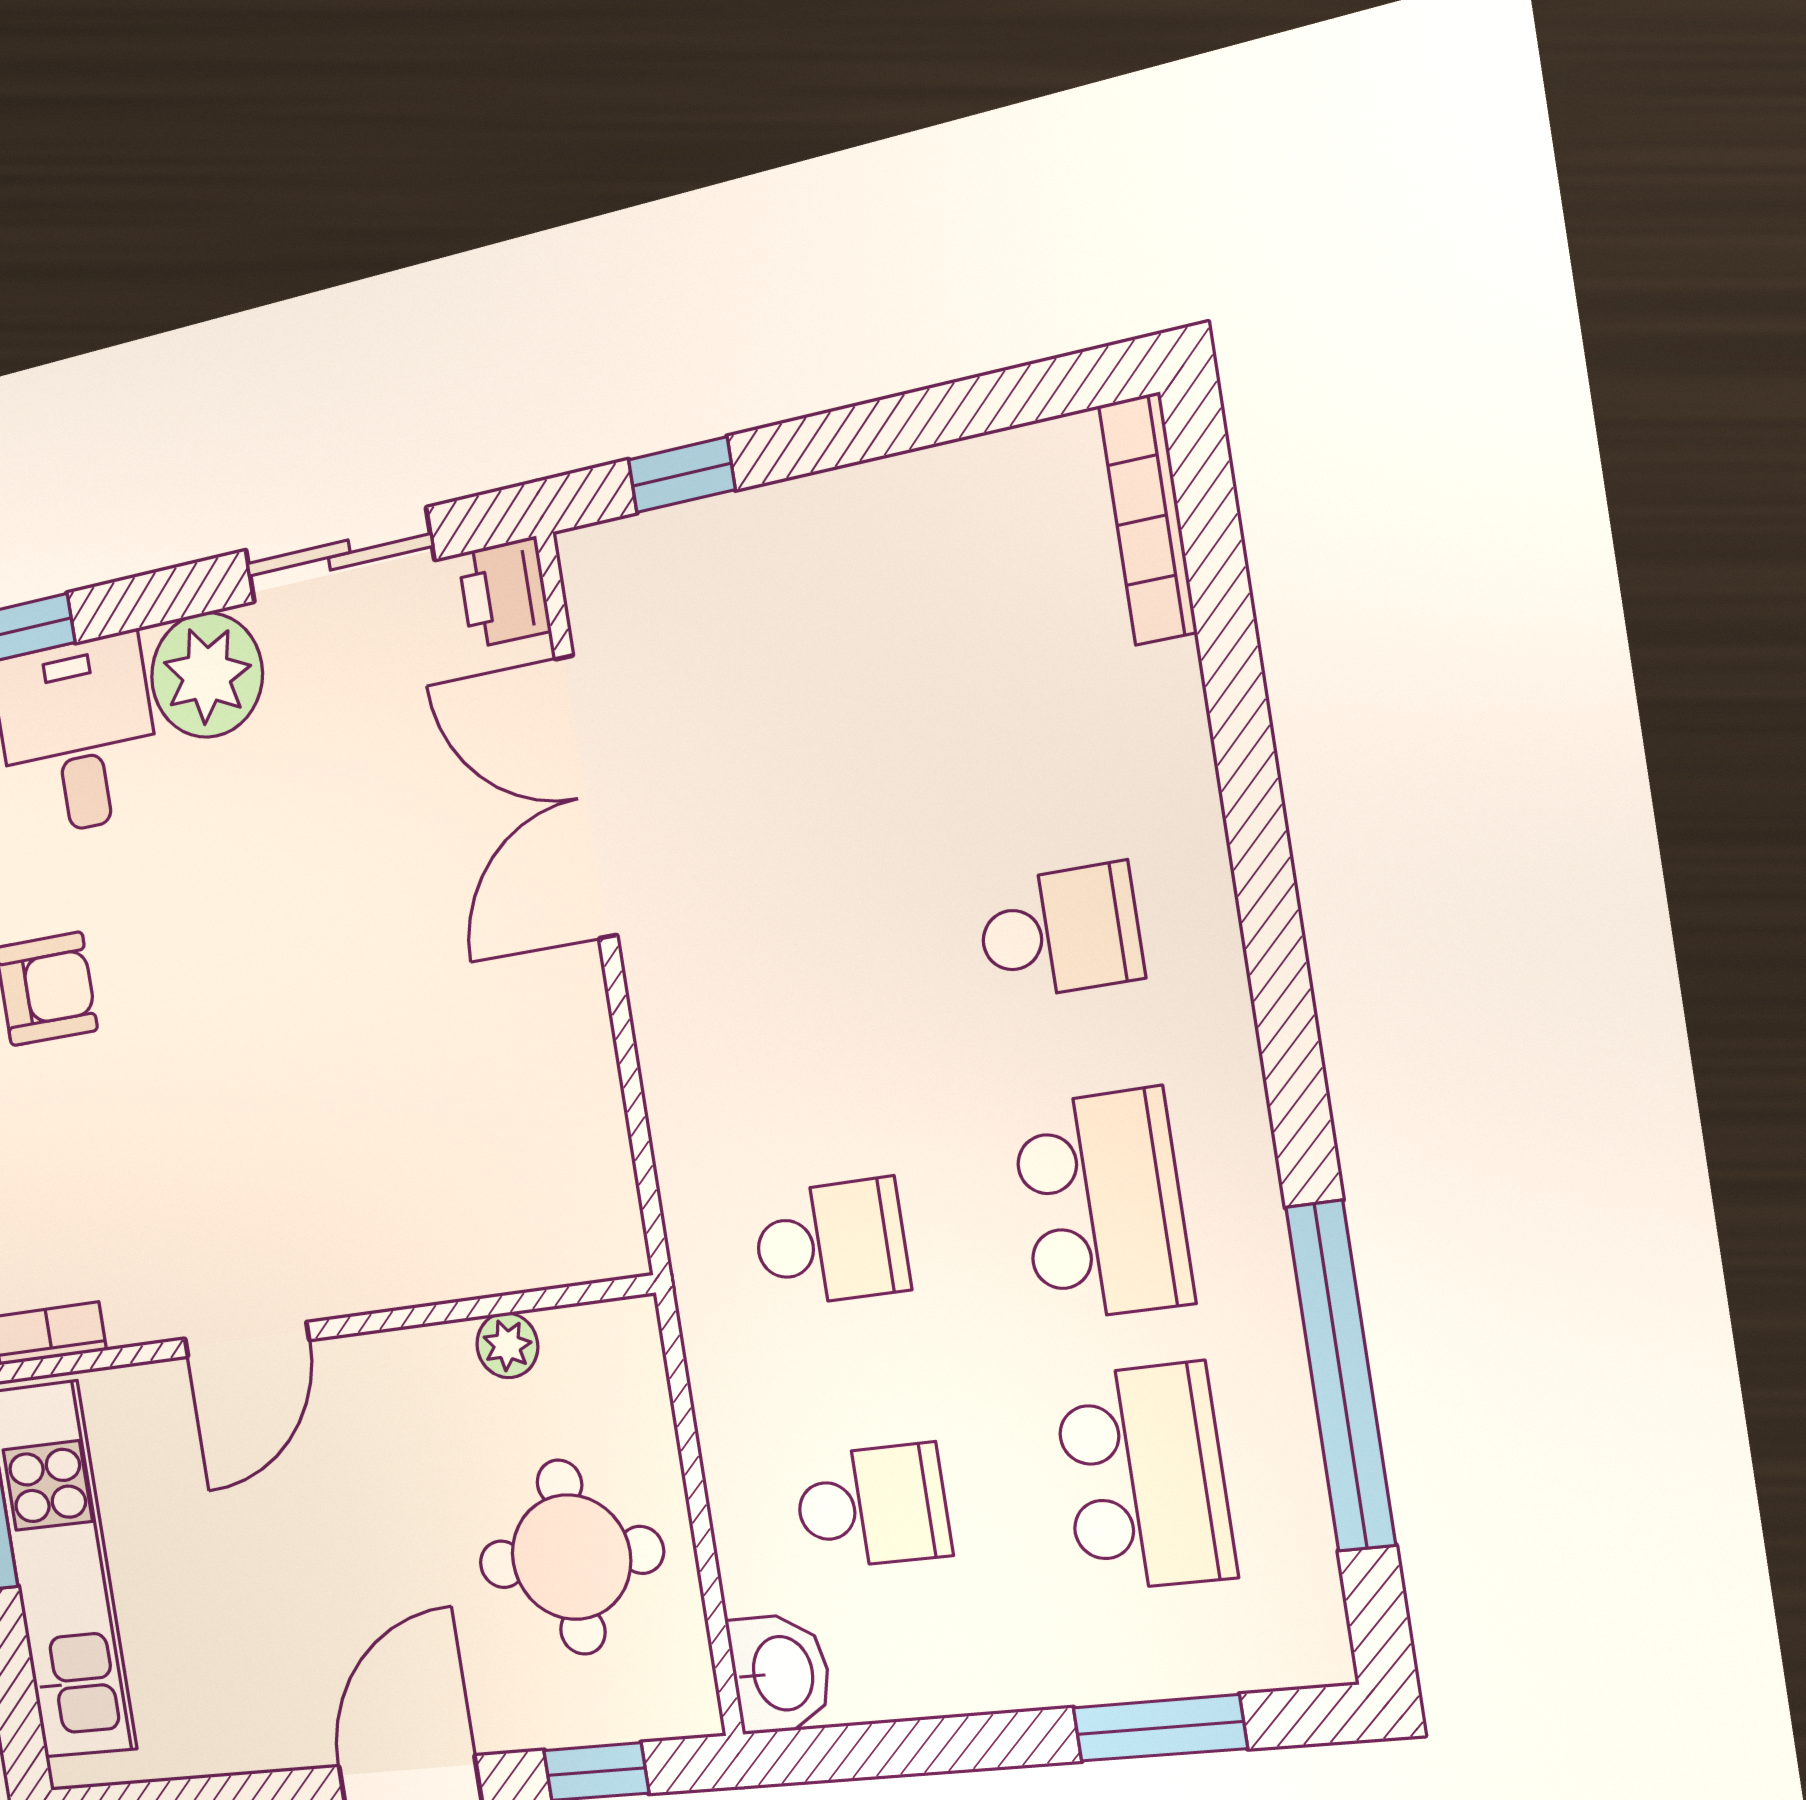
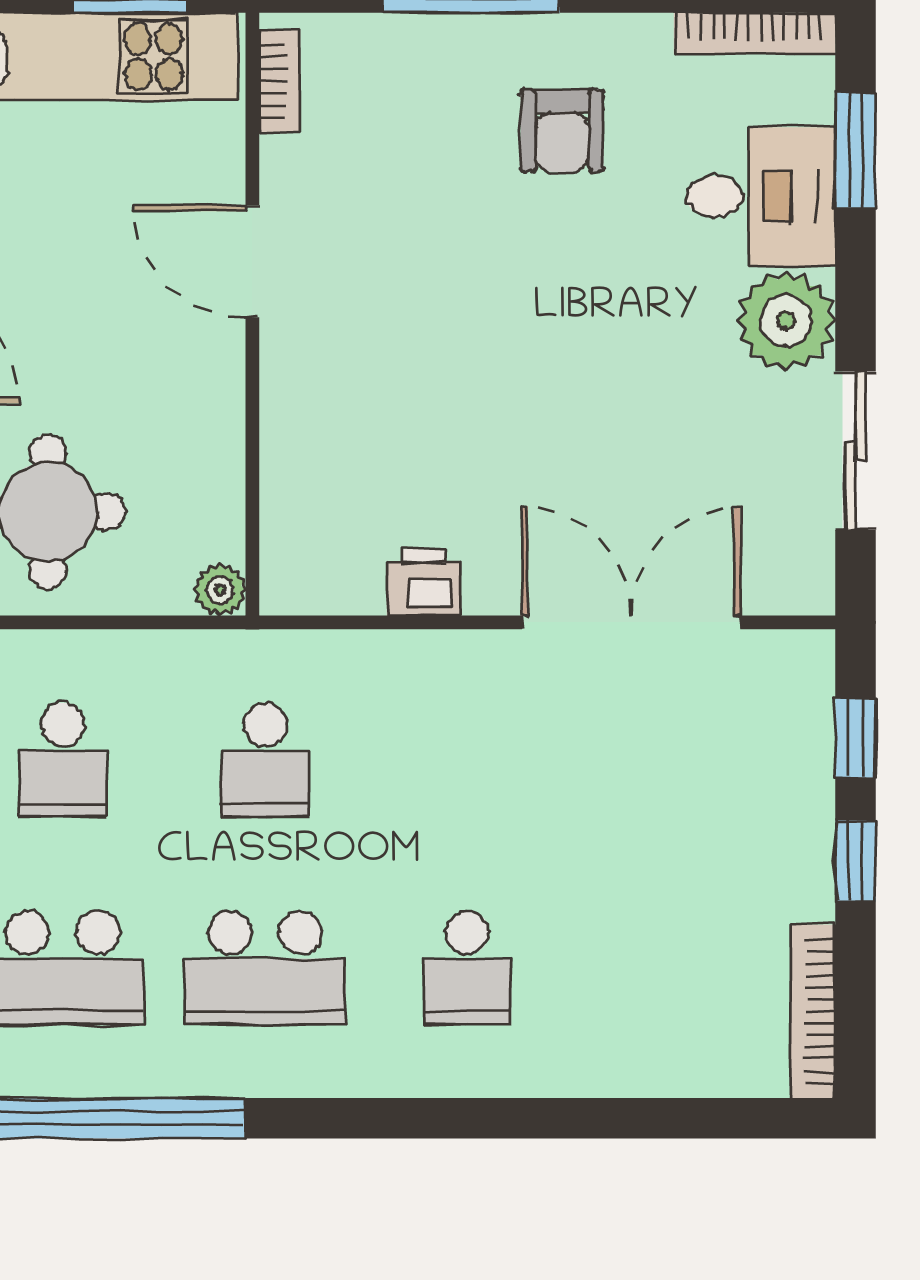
window: (838, 438) -> (856, 861), added
bookcase: (1148, 519) -> (813, 1011), moved, turned -90
printer: (504, 593) -> (423, 582), moved
plant: (507, 1345) -> (220, 590), moved

